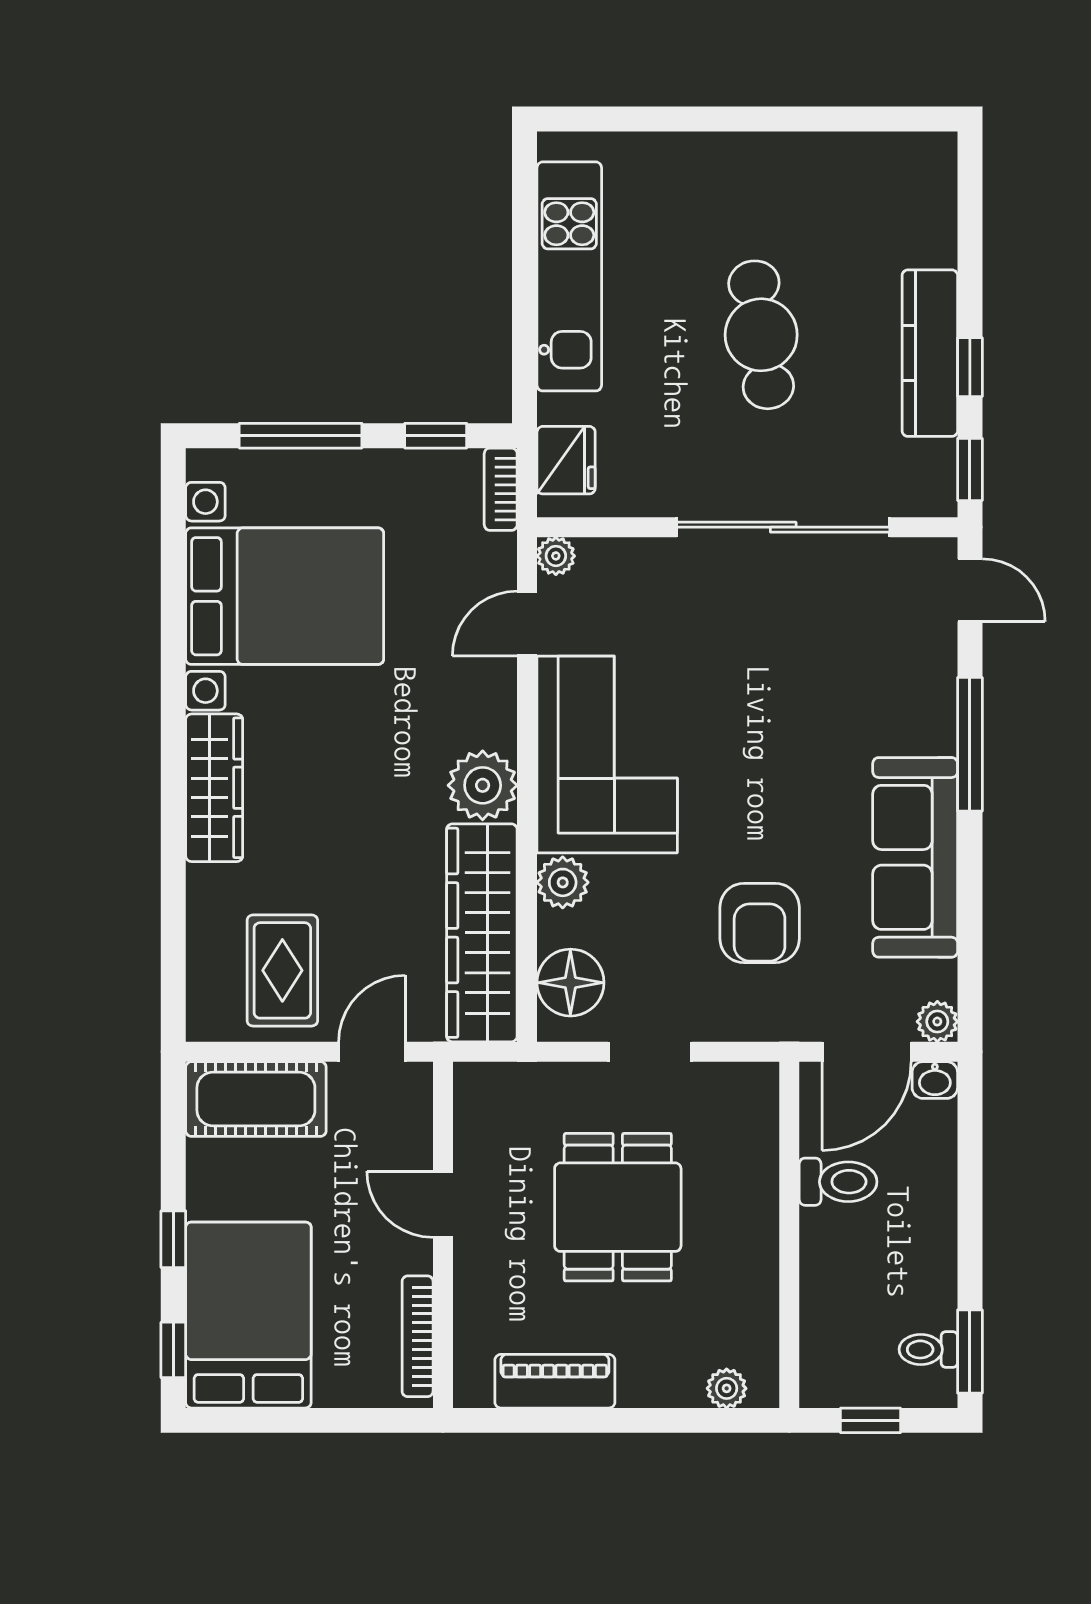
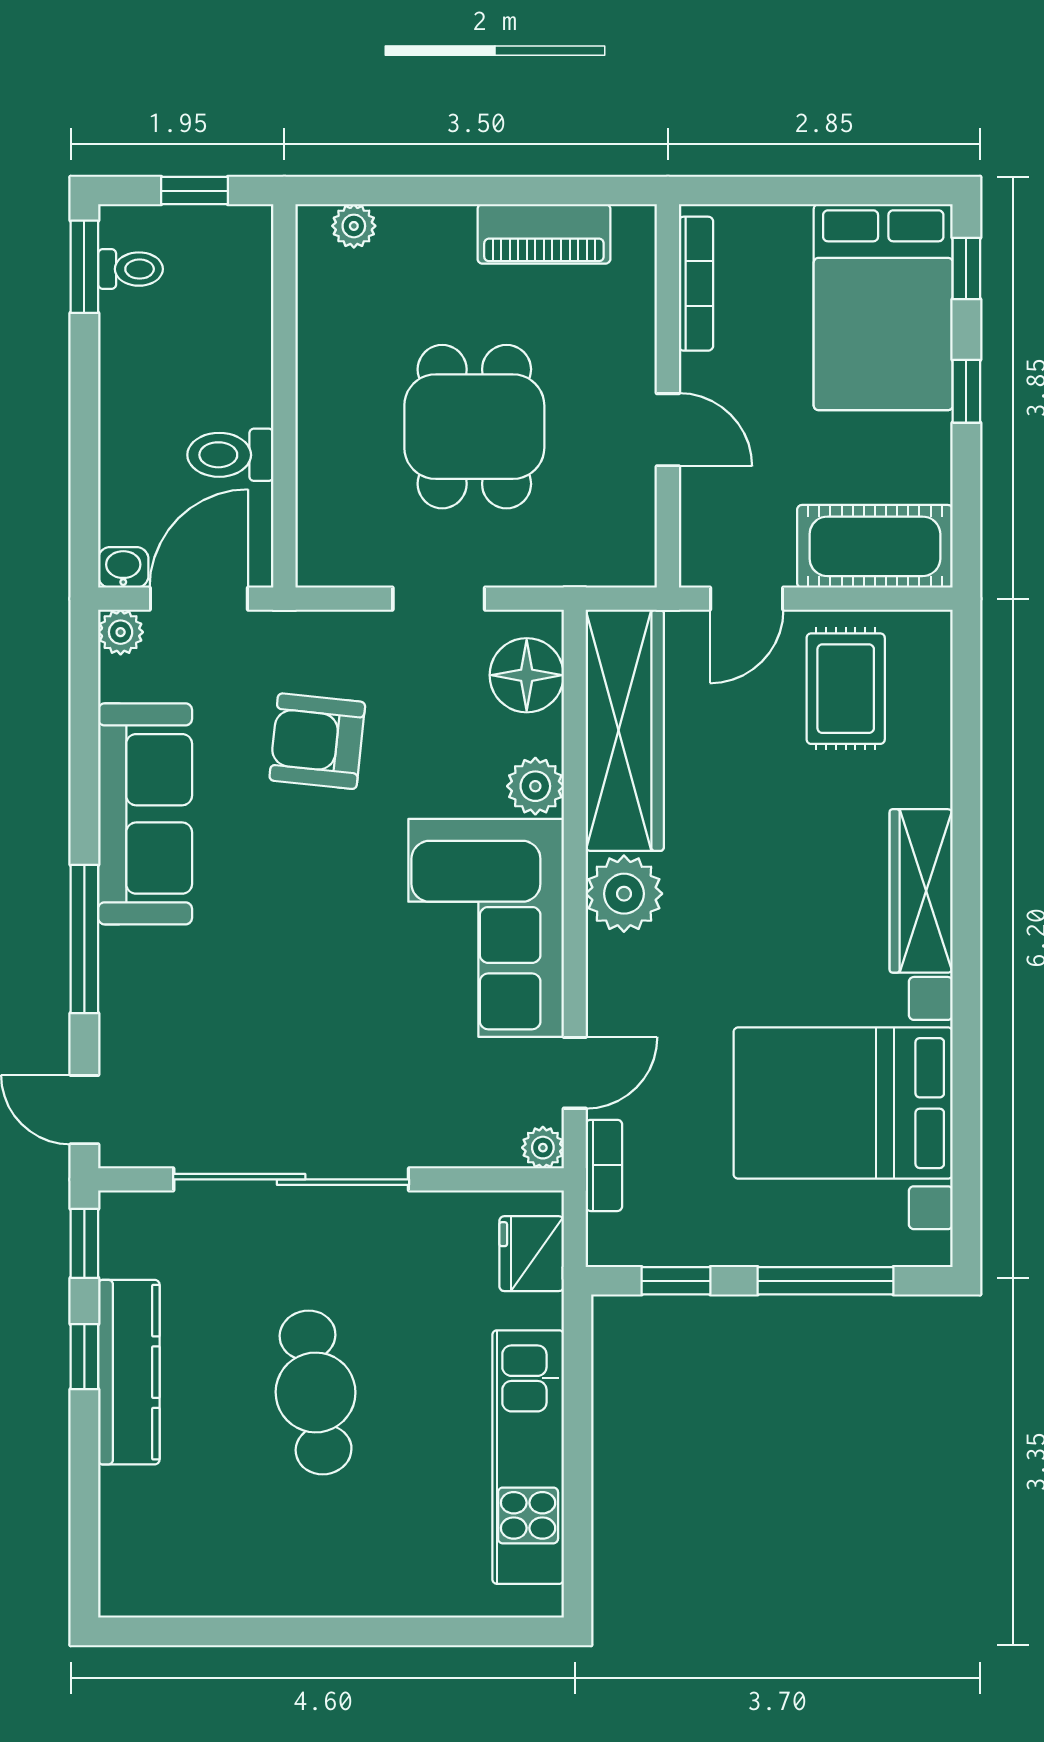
bookcase: (501, 489) -> (604, 1165), moved
armchair: (760, 923) -> (317, 741), turned -84

